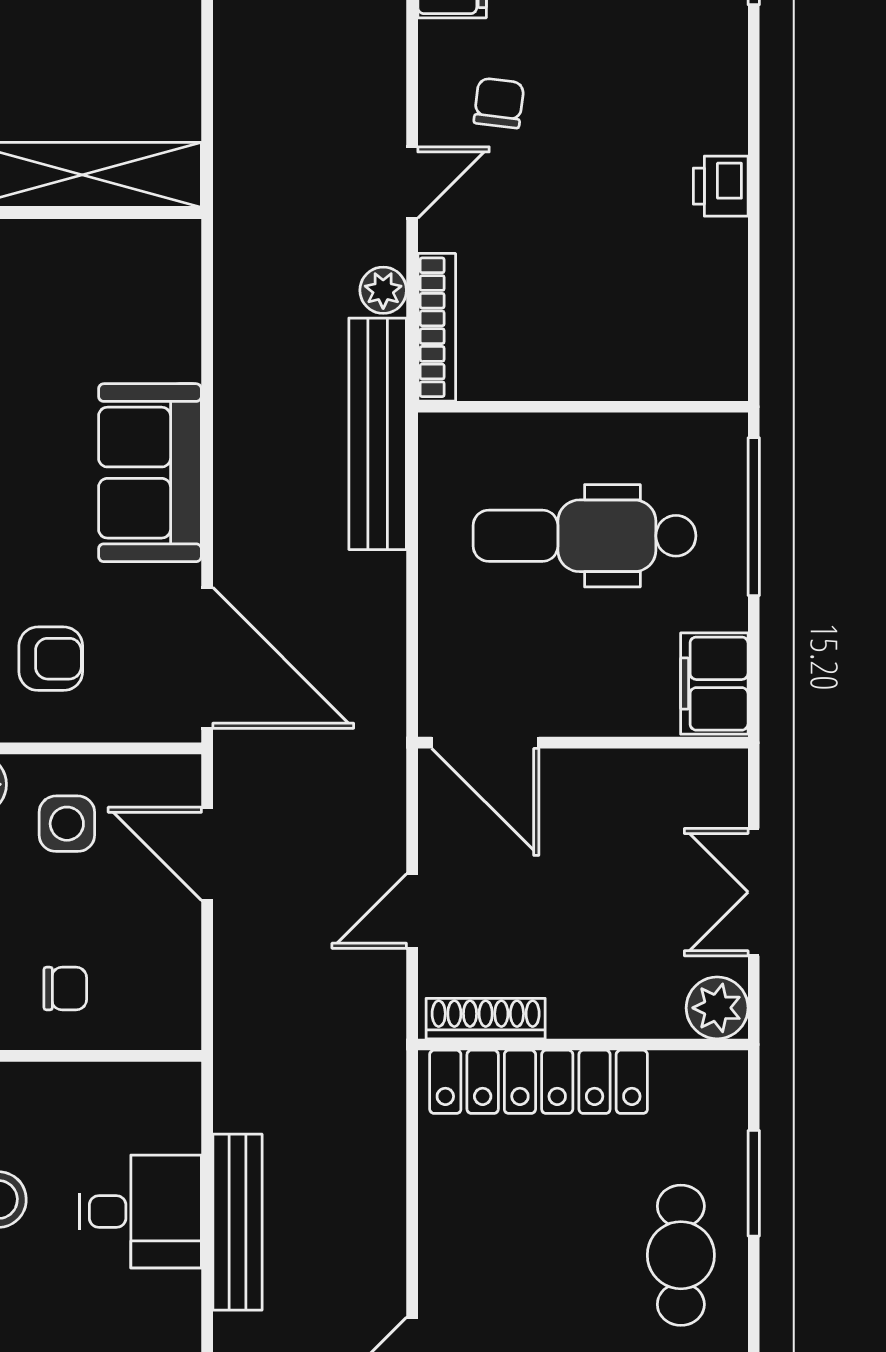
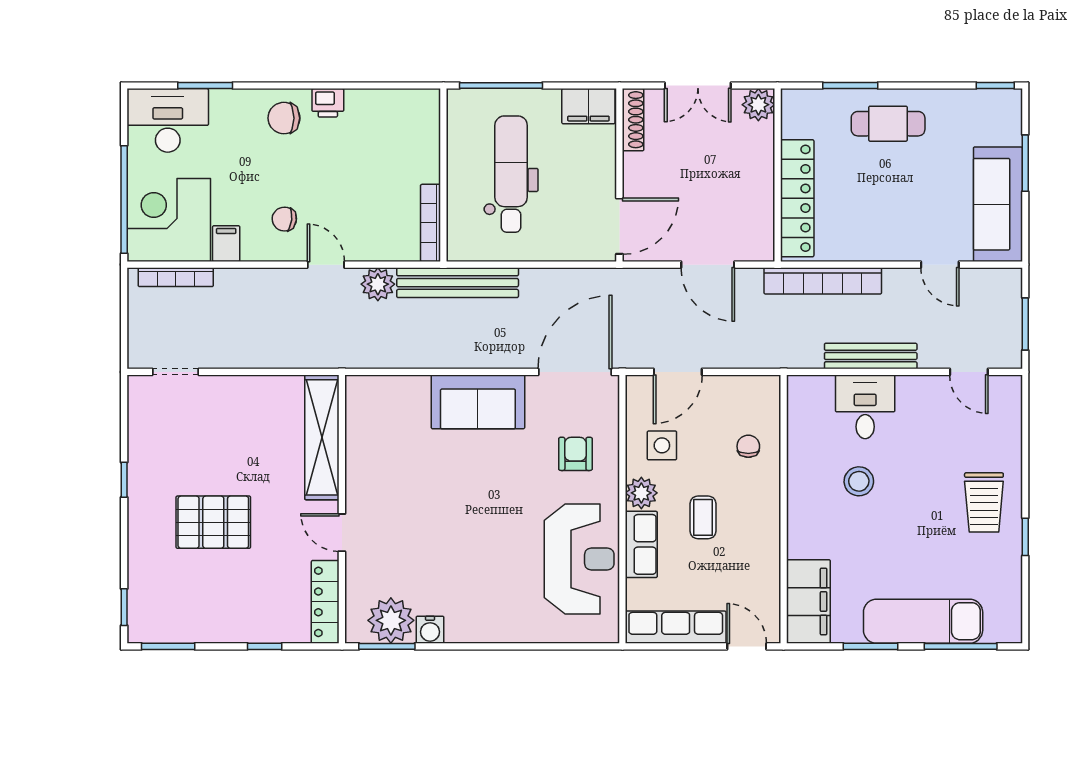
chair: (692, 102) -> (284, 118), added
plant: (383, 290) -> (378, 284), width x1.38, depth x1.38
bookcase: (437, 327) -> (431, 223), moved, turned -90
dental chair: (585, 536) -> (511, 174), turned 180
door: (412, 911) -> (708, 265), width x1.38
shoe rack: (486, 1019) -> (633, 120), moved, turned 180
bookcase: (381, 1131) -> (823, 281), added

